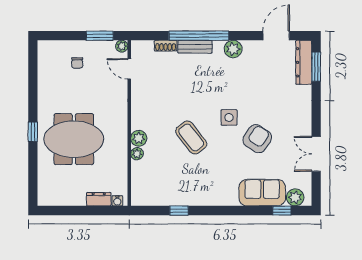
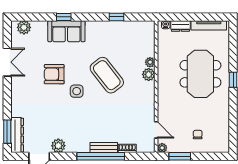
plant: (233, 49) -> (58, 146), moved
coffee table: (191, 137) -> (107, 75), width x1.36, depth x1.32
meeting table: (74, 139) -> (200, 74), turned 90
armchair: (257, 139) -> (54, 74), turned 57
sofa: (262, 193) -> (66, 31), moved
tv unit: (63, 200) -> (209, 25), added
window: (282, 211) -> (64, 17), moved

